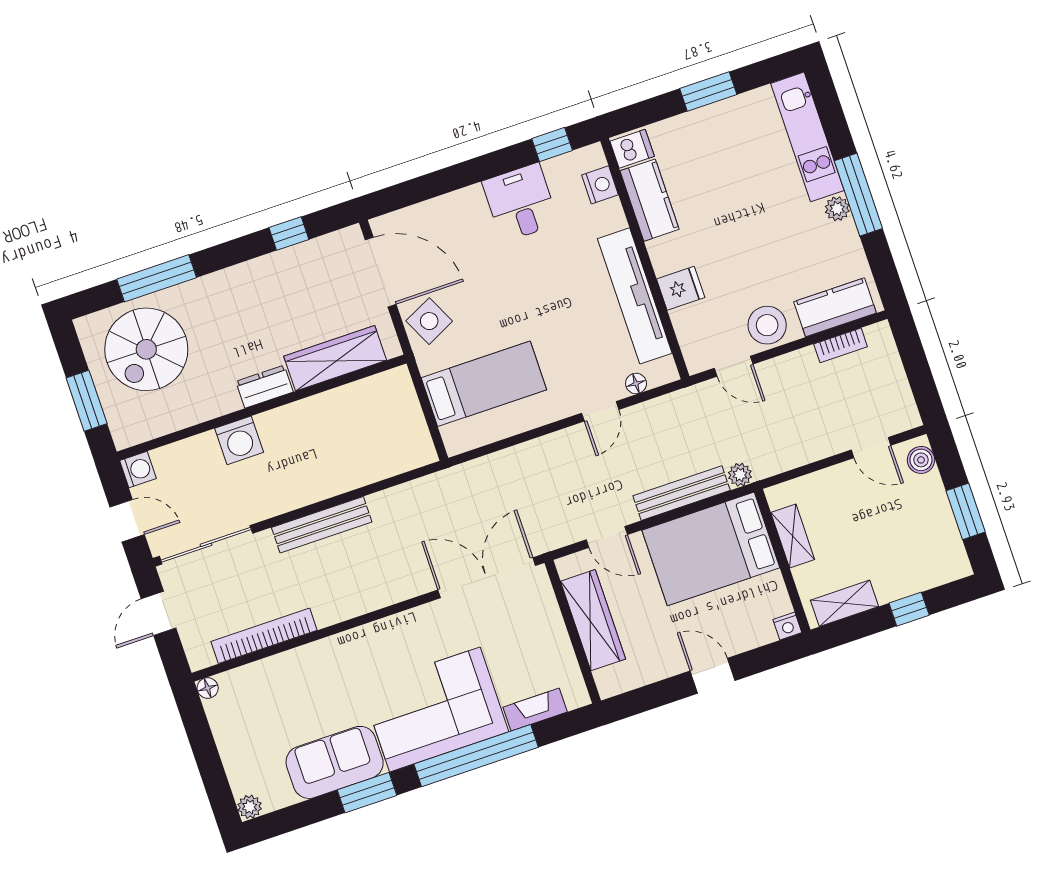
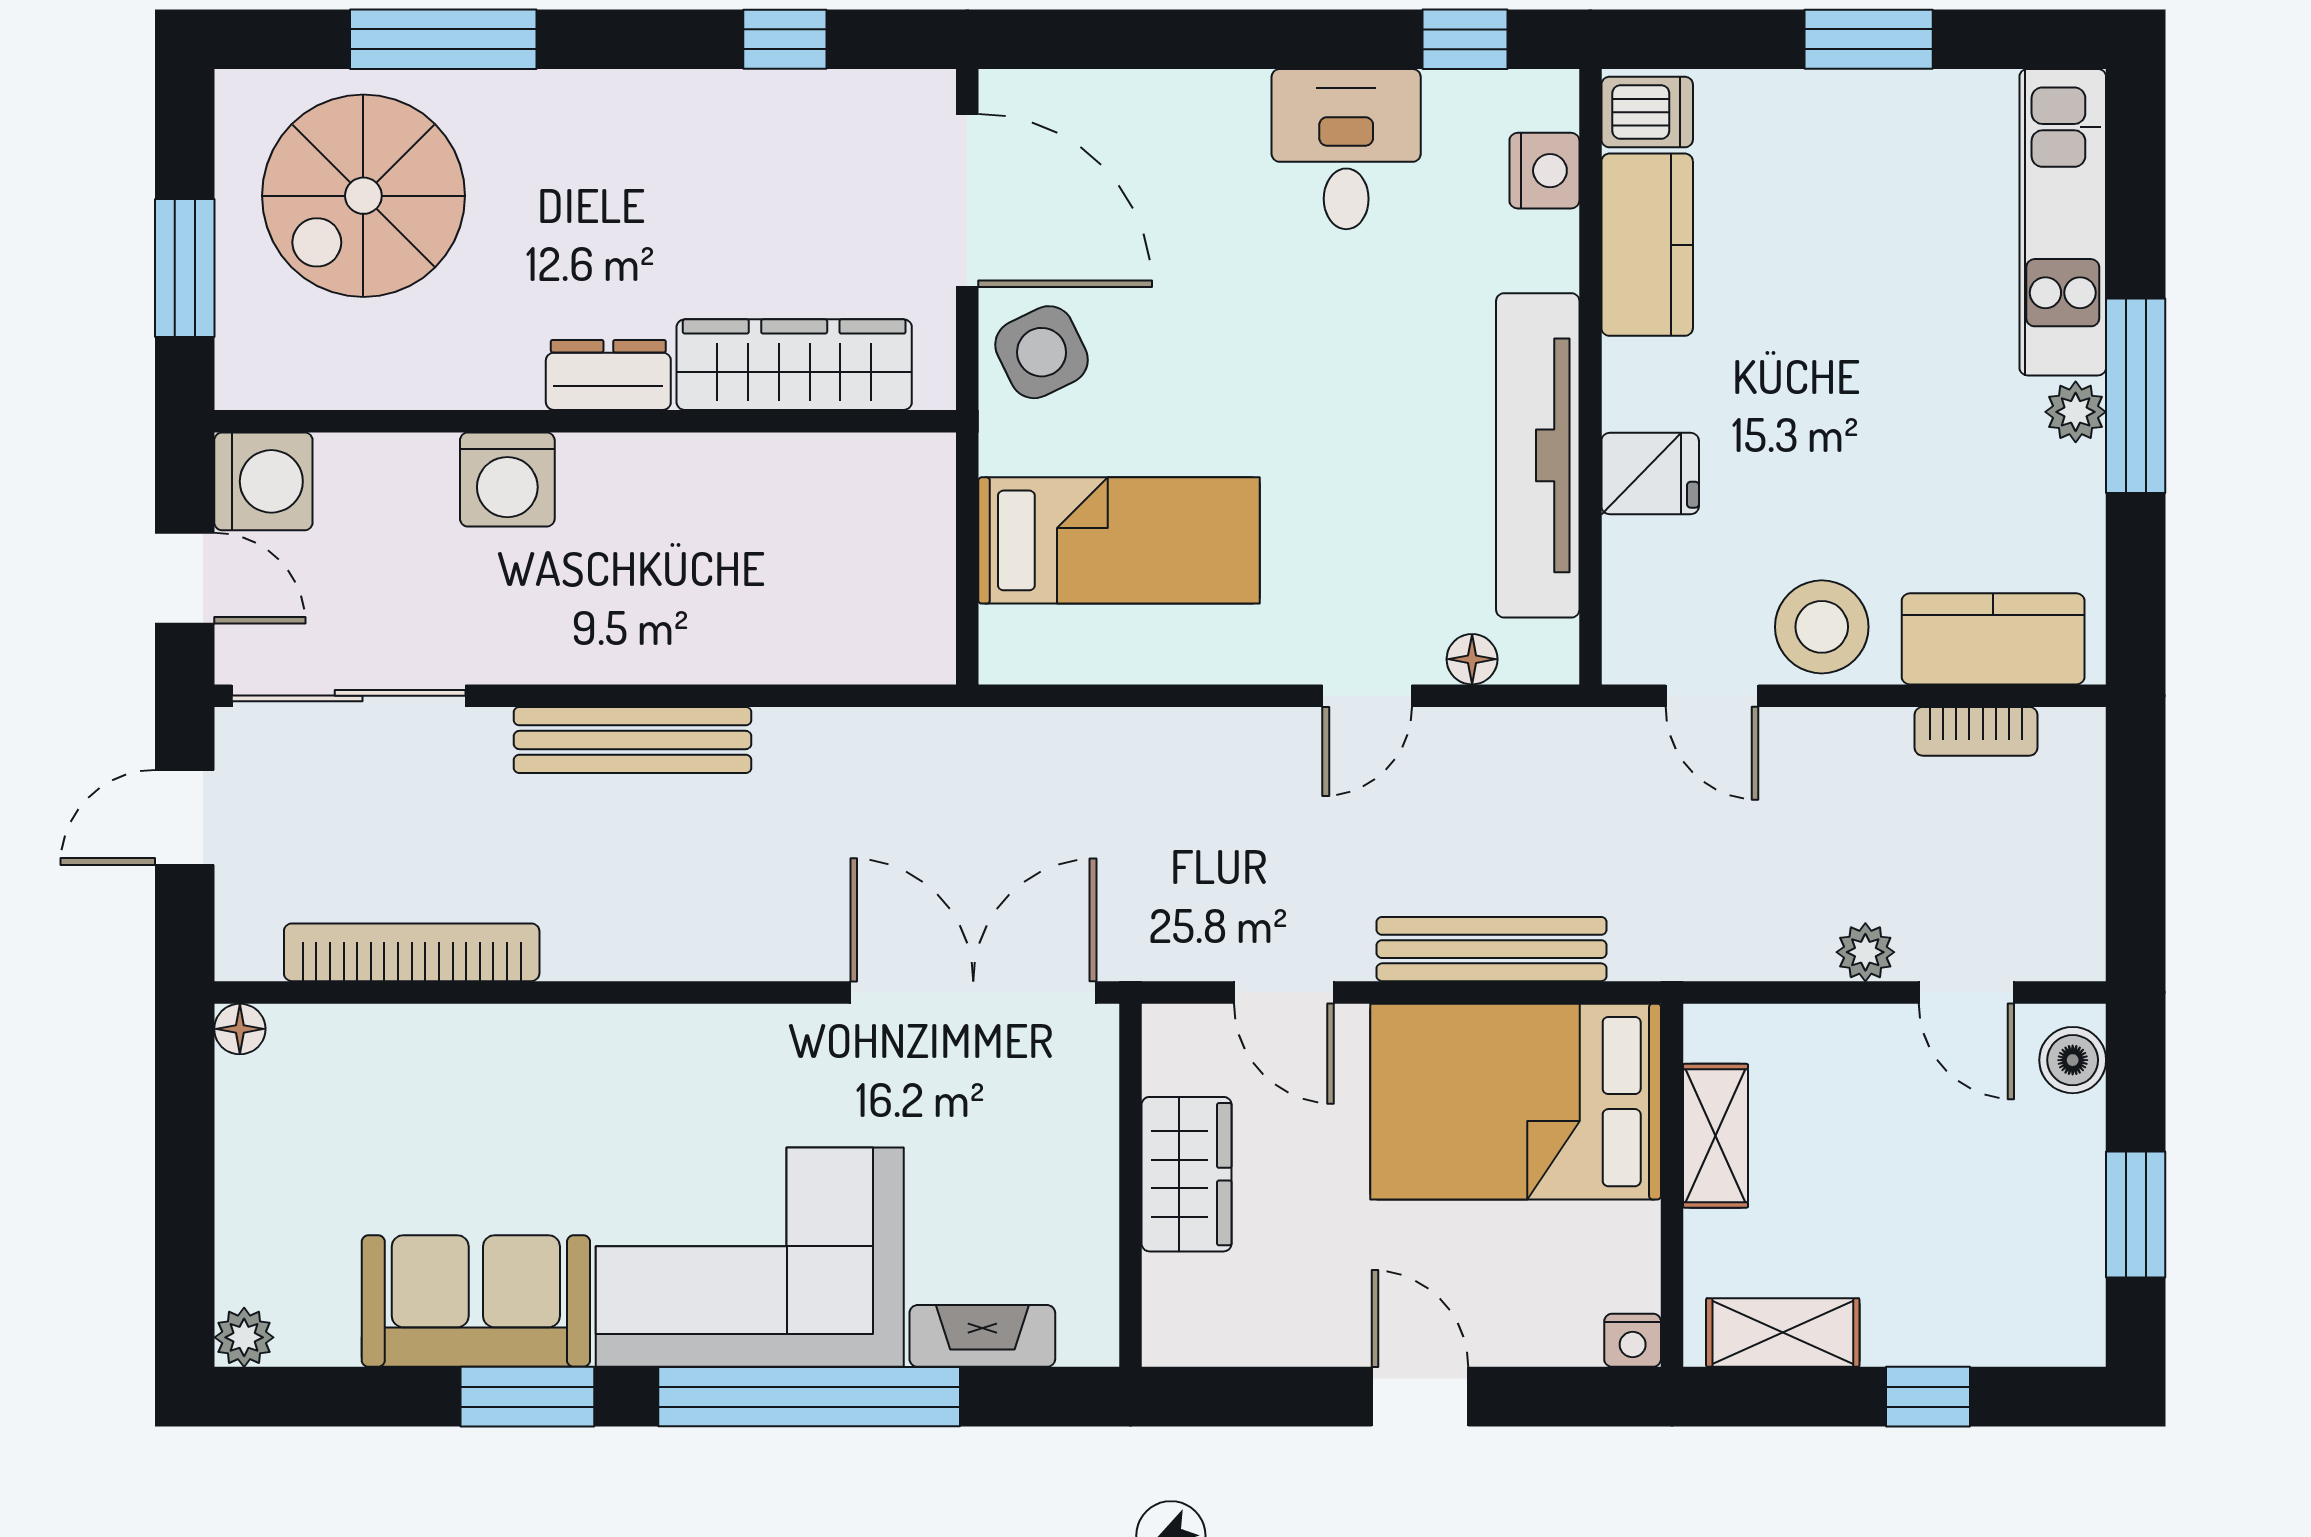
washing machine: (138, 470) -> (263, 481), width x1.38, depth x1.38
plant: (740, 475) -> (1865, 952), moved
wardrobe: (593, 620) -> (1187, 1174), width x0.67

